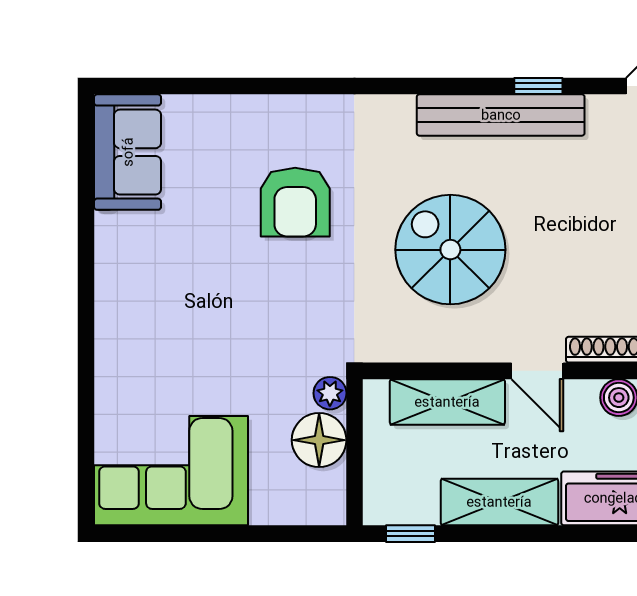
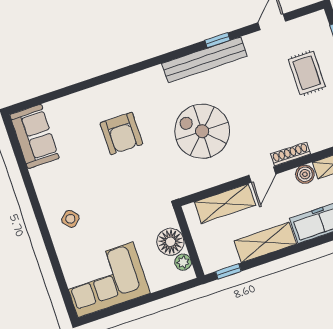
side table: (143, 332) -> (70, 219), added
door: (537, 371) -> (262, 175), hinge flipped
plant: (330, 393) -> (183, 262), moved

